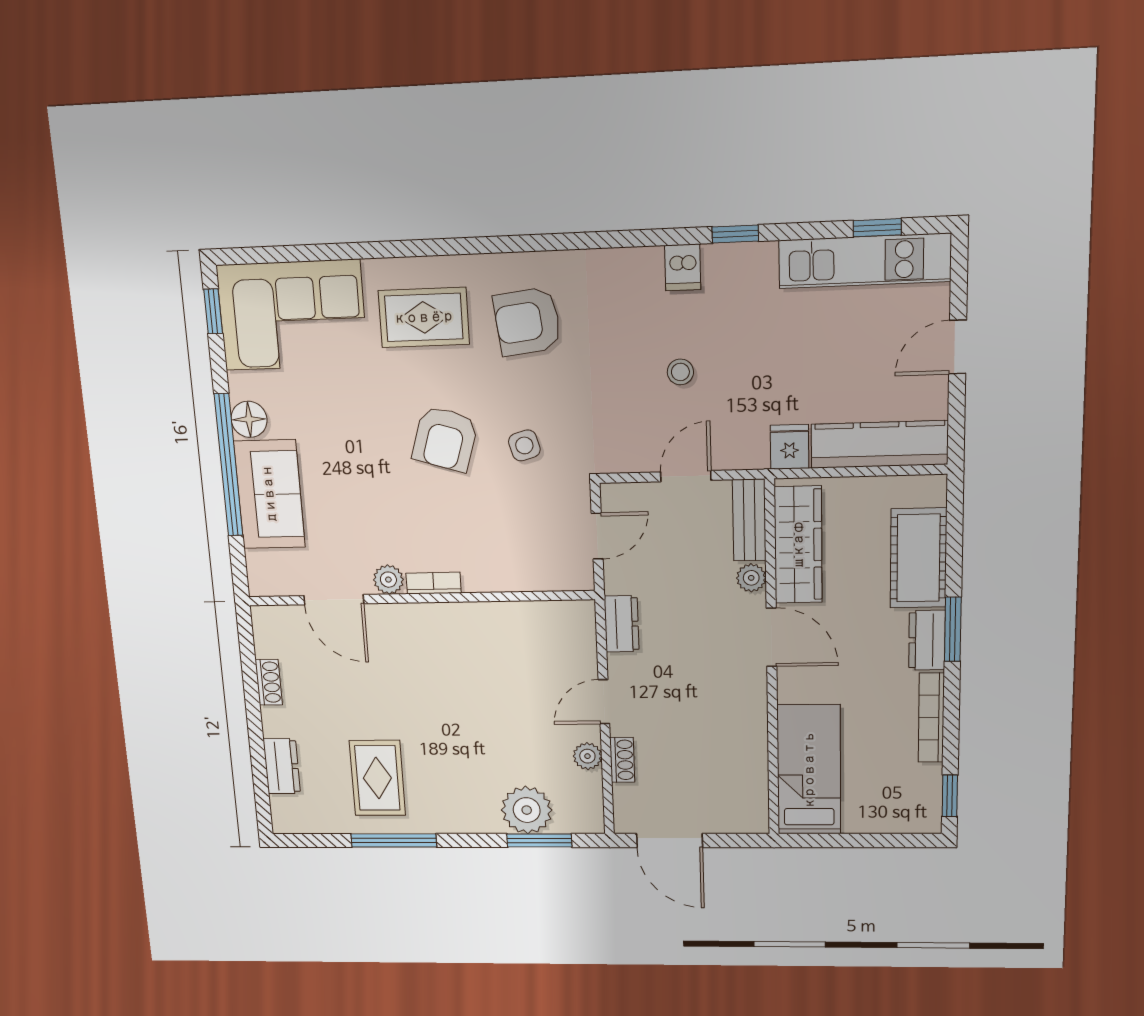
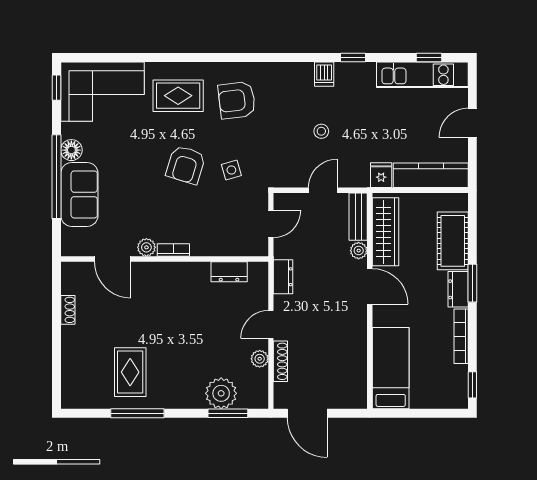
shoe rack: (622, 760) -> (280, 361), width x1.43
dresser: (282, 766) -> (229, 272), moved, turned 90

